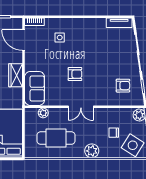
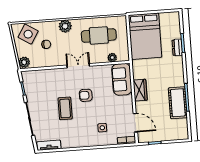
coffee table: (99, 62) -> (65, 108), added
armchair: (123, 86) -> (41, 88), removed

